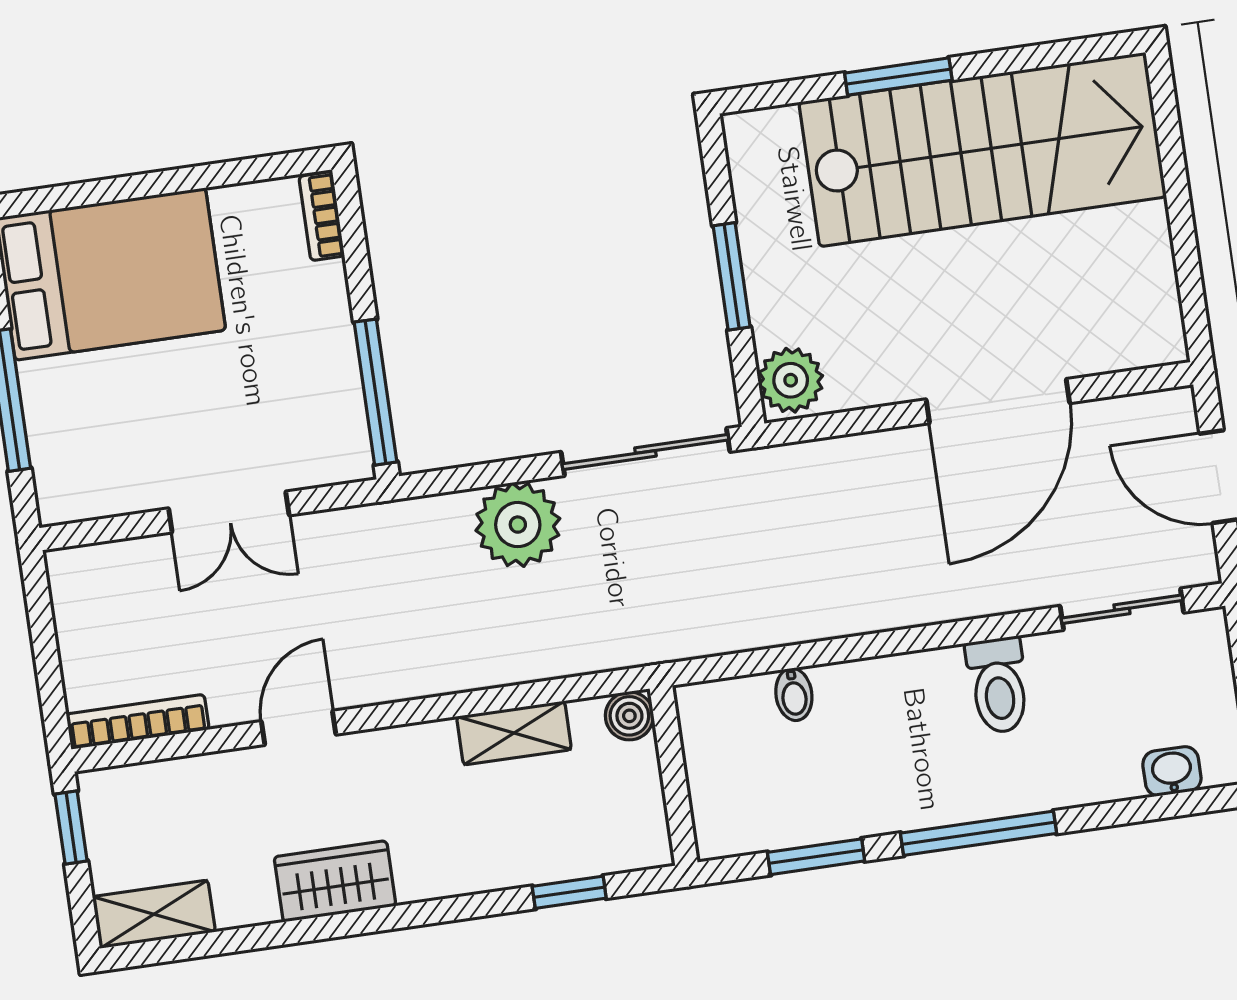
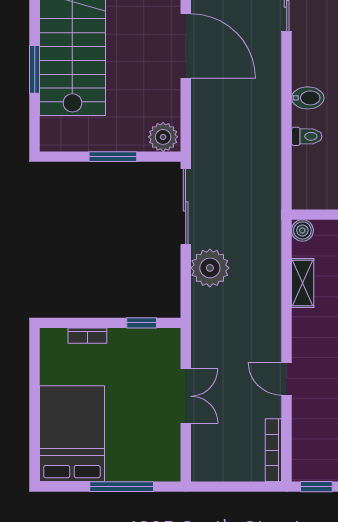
bookcase: (322, 216) -> (87, 336), moved
window: (375, 392) -> (142, 323), width x0.46
toilet: (998, 685) -> (307, 136), moved, width x0.73, depth x0.72
bidet: (794, 694) -> (308, 98), moved, width x1.38, depth x1.36

